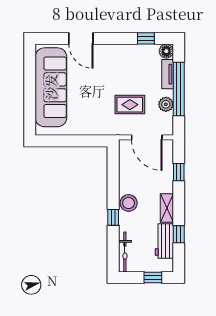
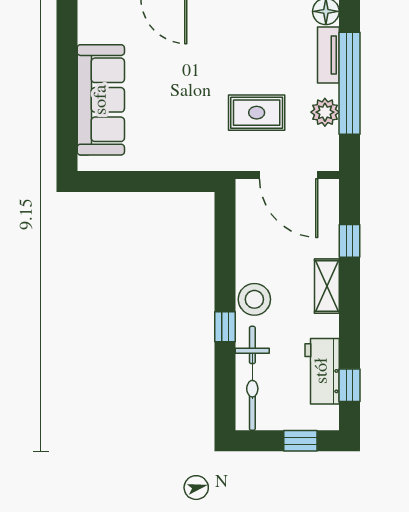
sofa: (51, 87) -> (101, 100), width x0.74, depth x0.79
shelving: (167, 208) -> (327, 286), moved
window: (179, 234) -> (350, 385), moved
bicycle: (125, 252) -> (252, 378), width x1.37, depth x1.40

